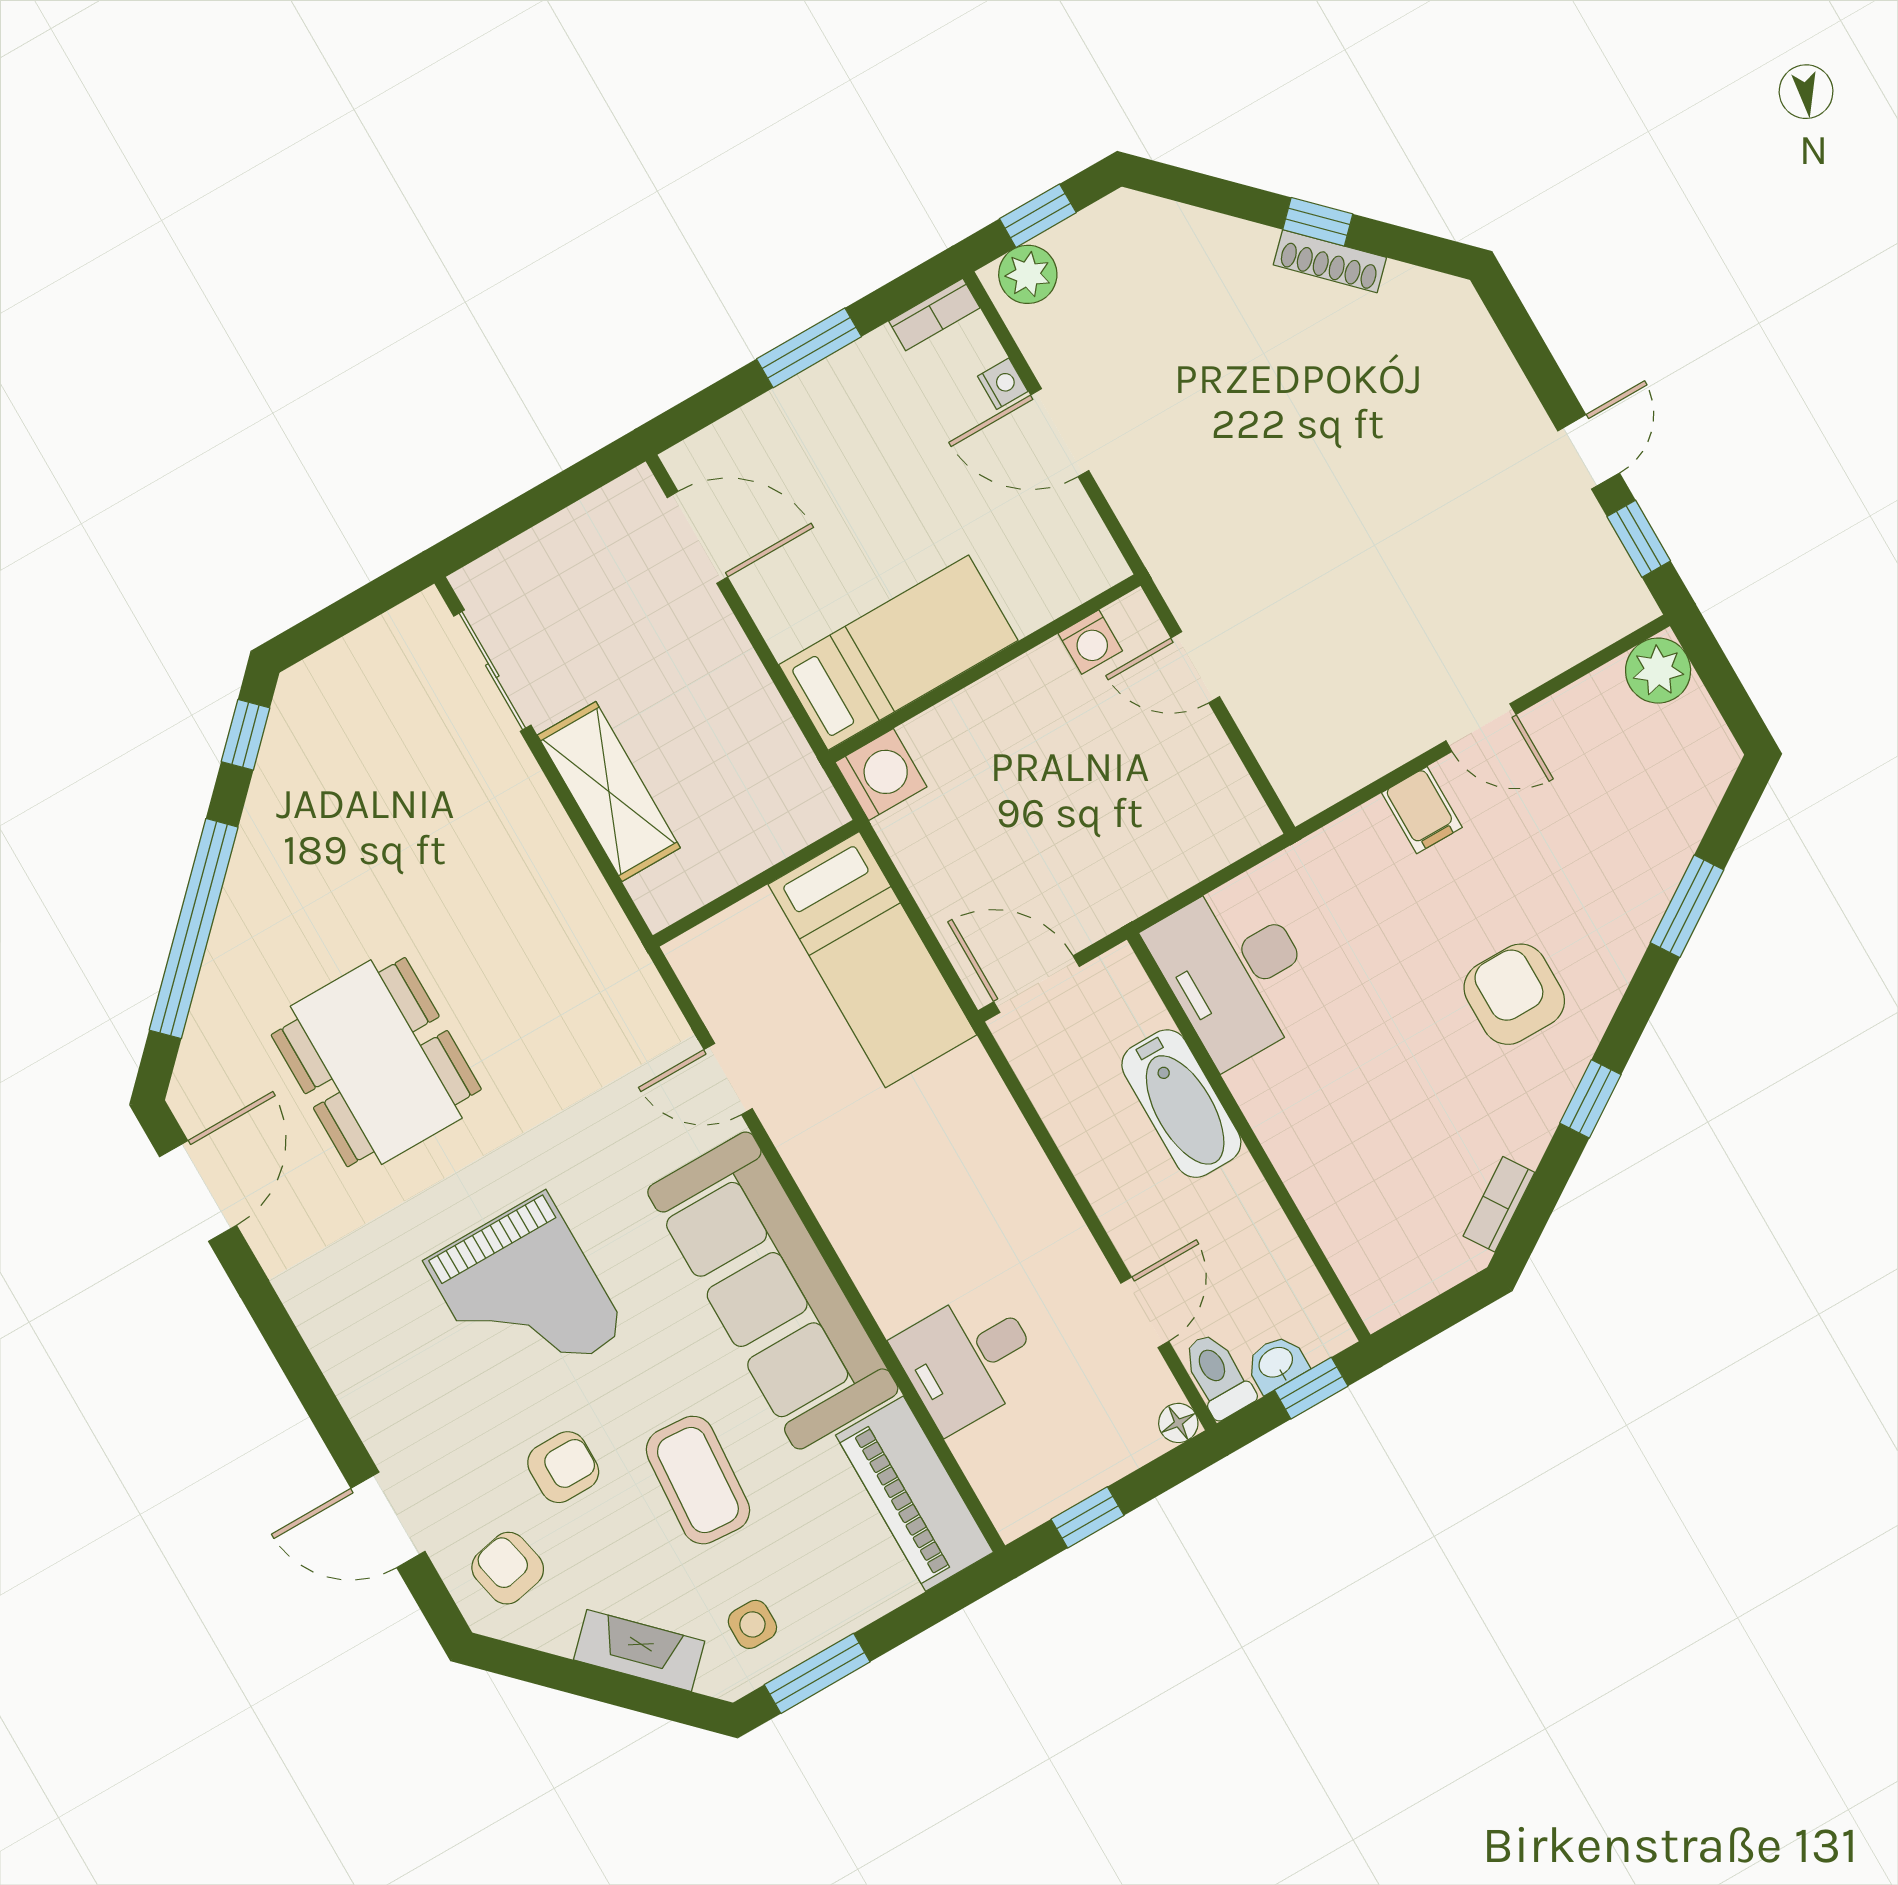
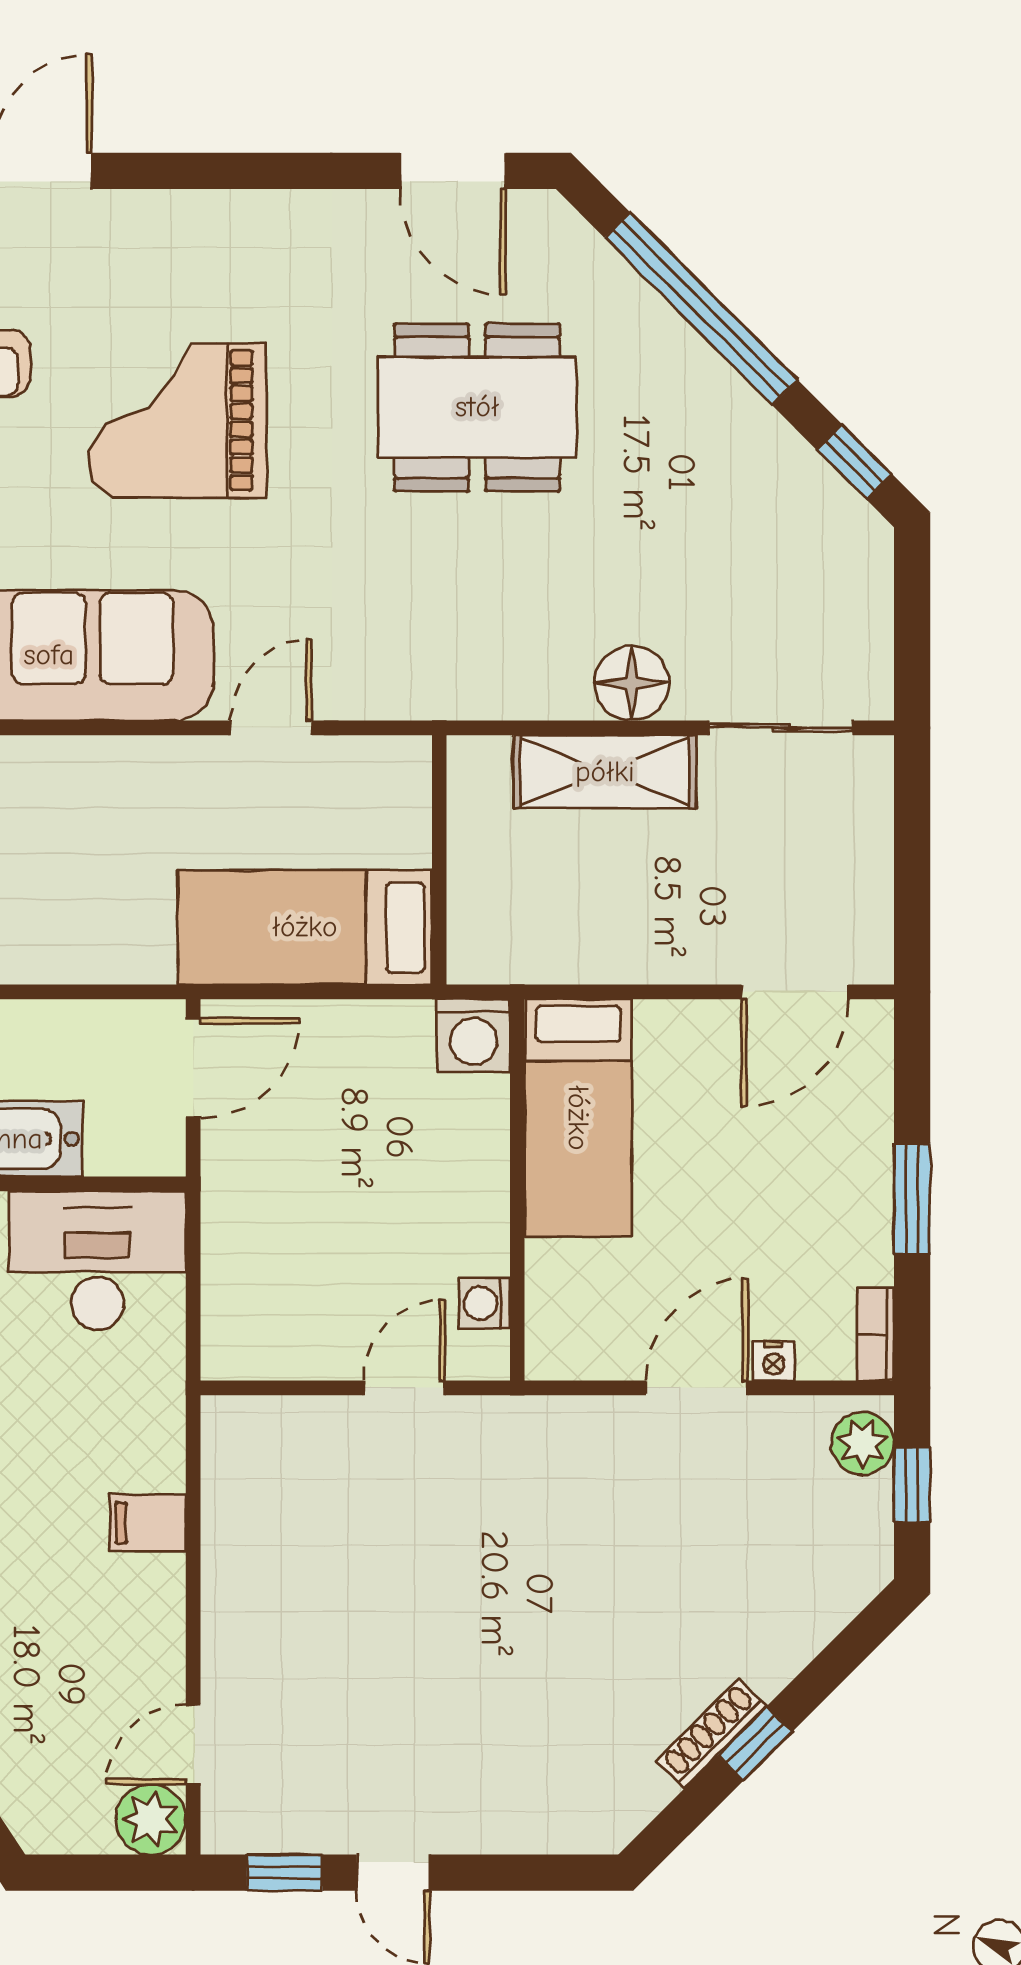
door: (1481, 728) -> (193, 1744), moved
floor lamp: (526, 811) -> (632, 683), added

